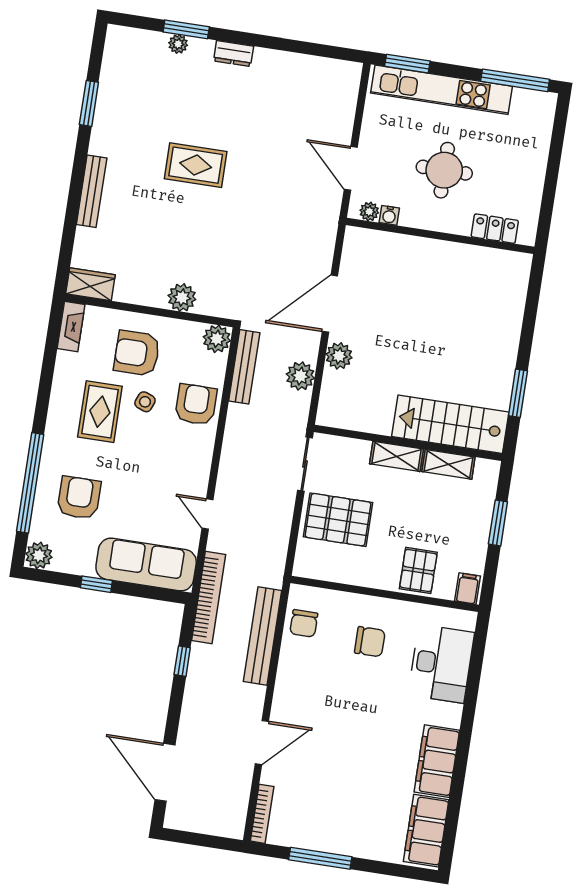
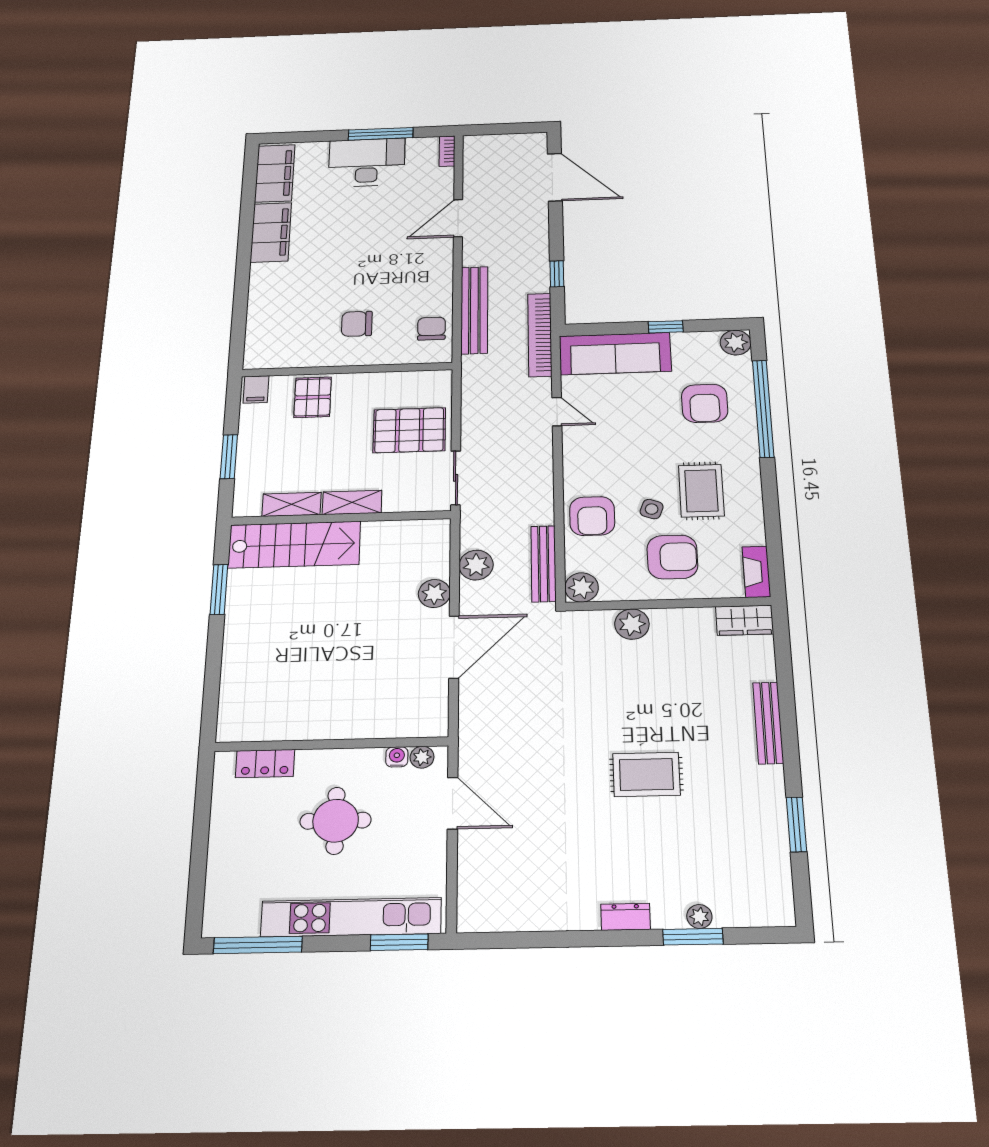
desk: (441, 664) -> (367, 162), moved, turned 90
bookcase: (262, 814) -> (447, 151), width x0.64

